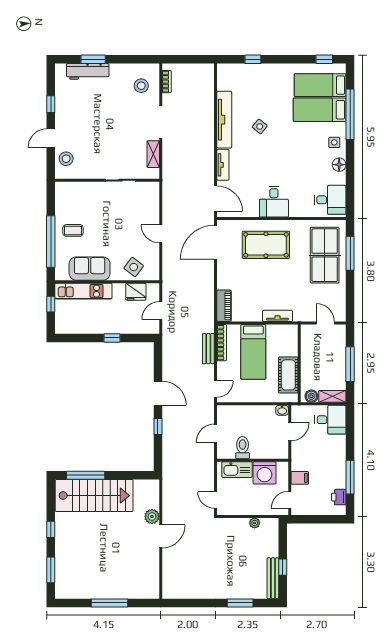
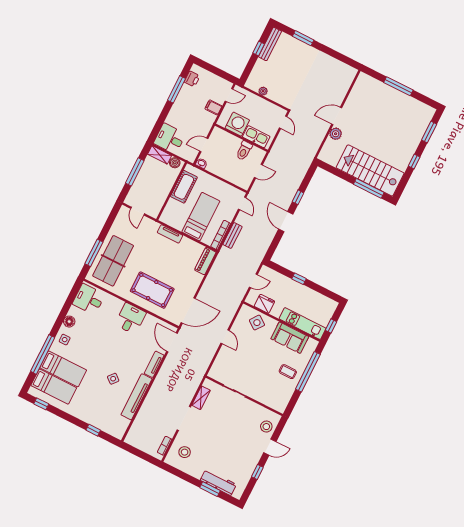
door: (216, 389) -> (242, 203), swing flipped

